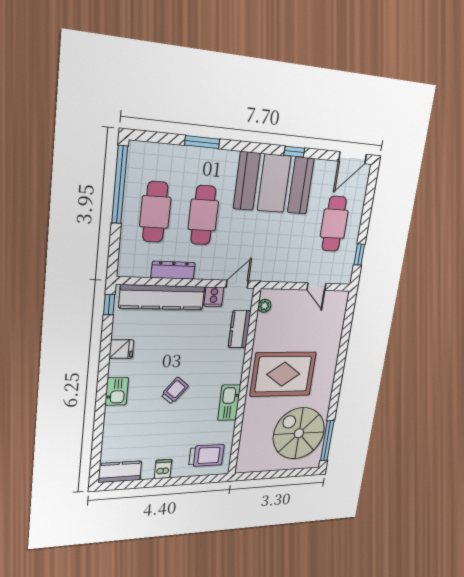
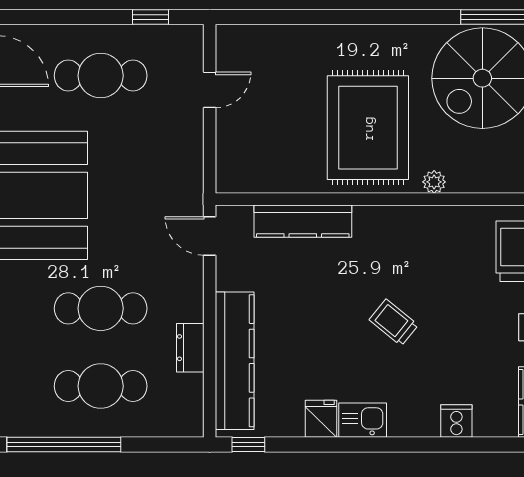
dresser: (173, 270) -> (190, 348), width x0.70
cooker: (214, 297) -> (456, 421), moved, turned -90
plant: (264, 306) -> (434, 182), moved
kitchen counter: (240, 329) -> (303, 221), width x1.50
kitchen sink: (117, 391) -> (363, 420), moved
kitchen sink: (229, 403) -> (418, 222), removed

